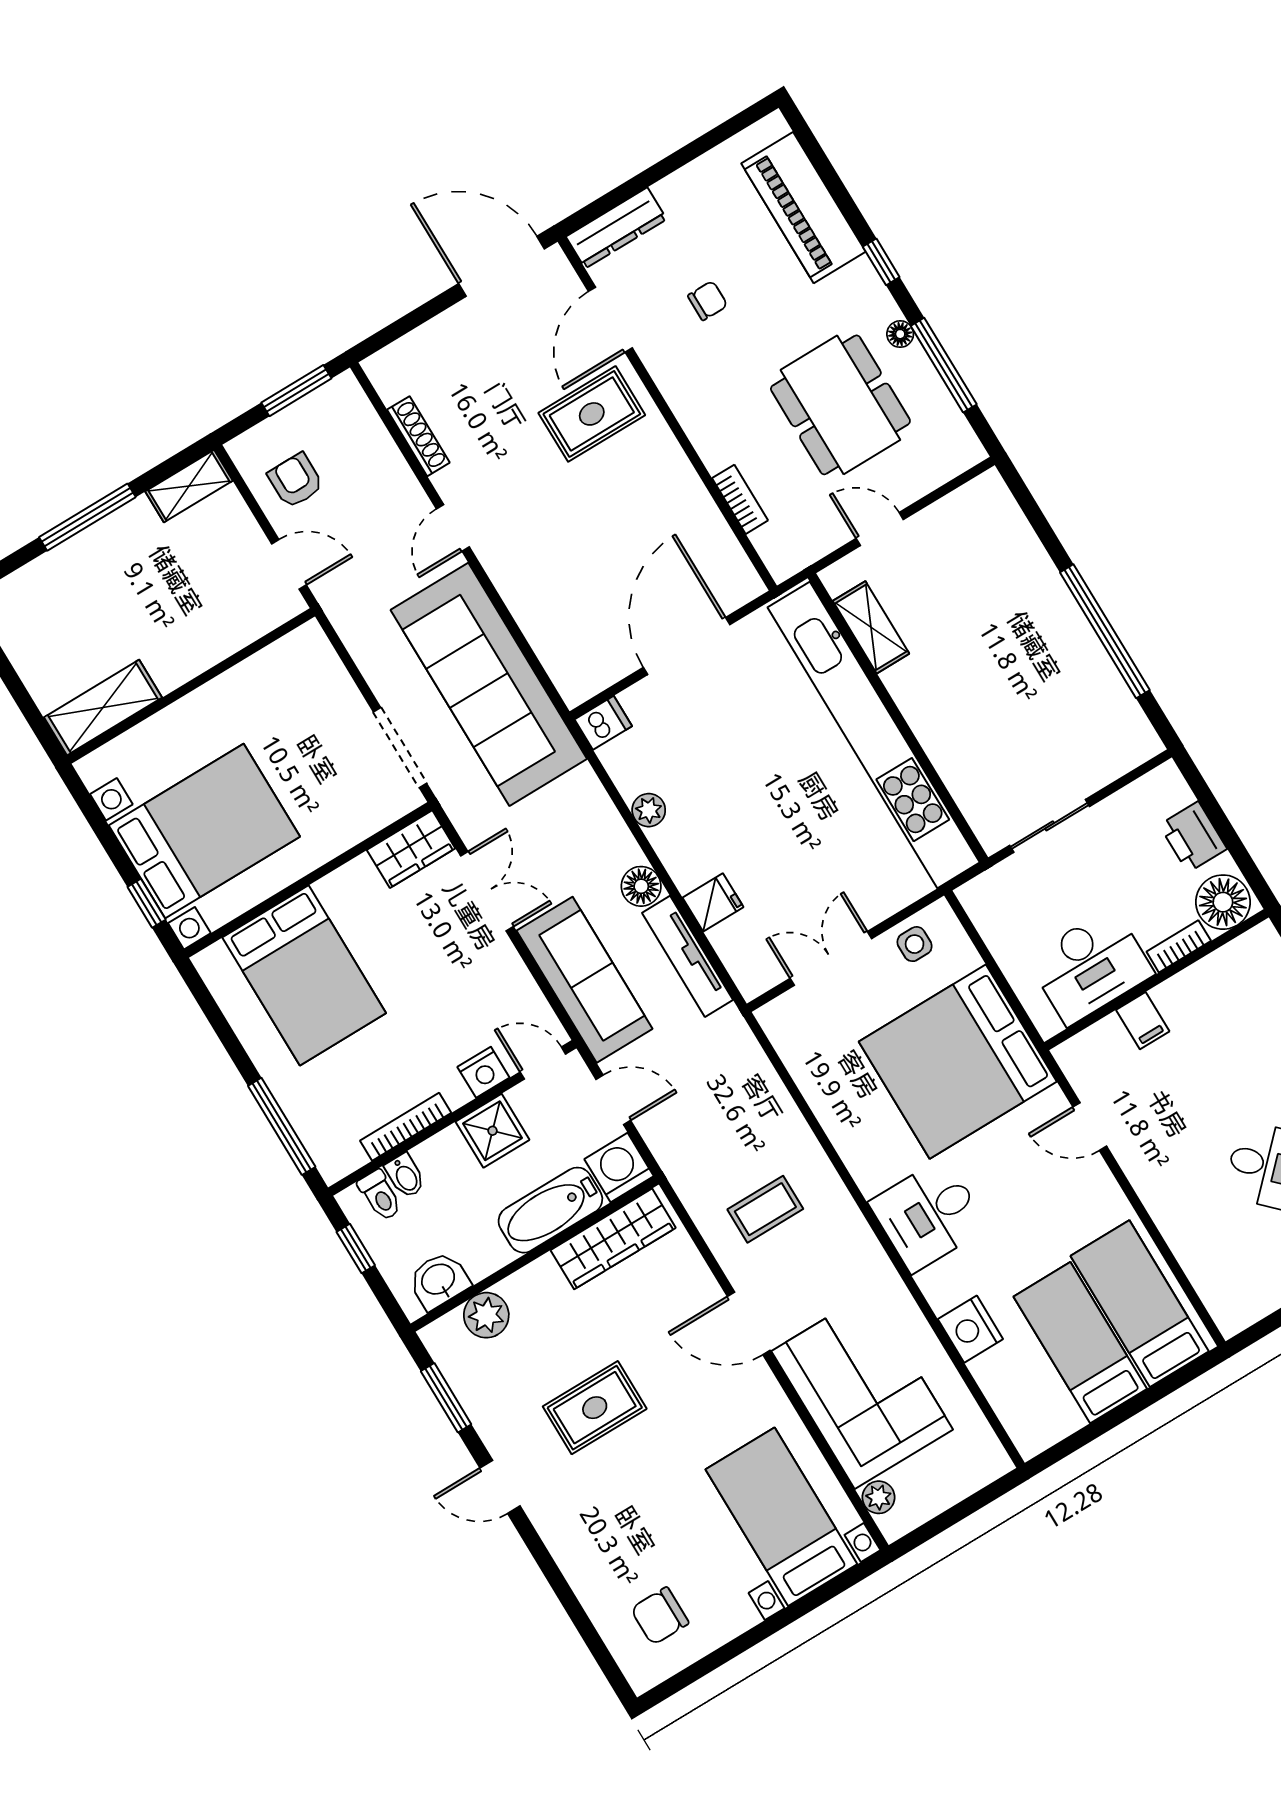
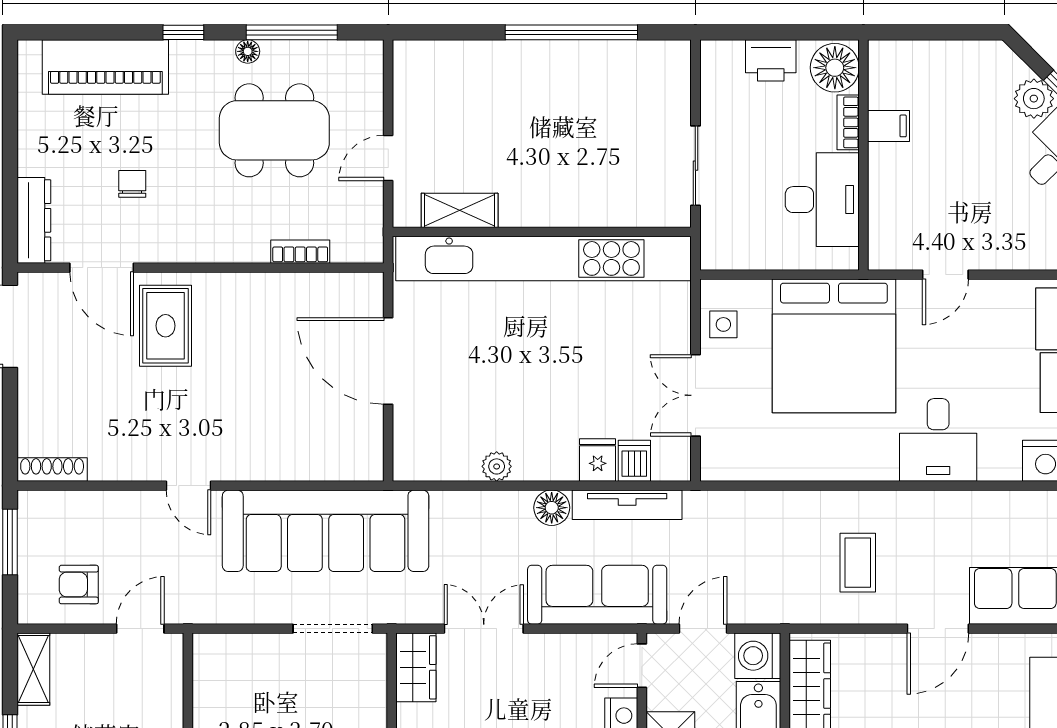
shoe rack: (418, 436) -> (52, 469), moved
dishwasher: (603, 723) -> (634, 461), moved
filing cabinet: (1143, 1021) -> (889, 126), moved

